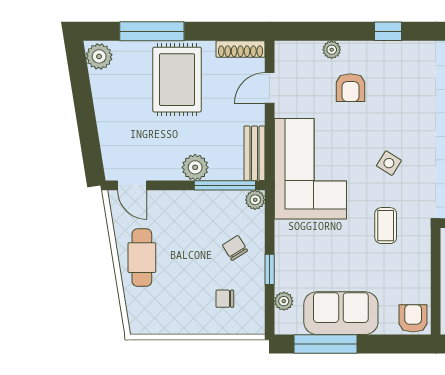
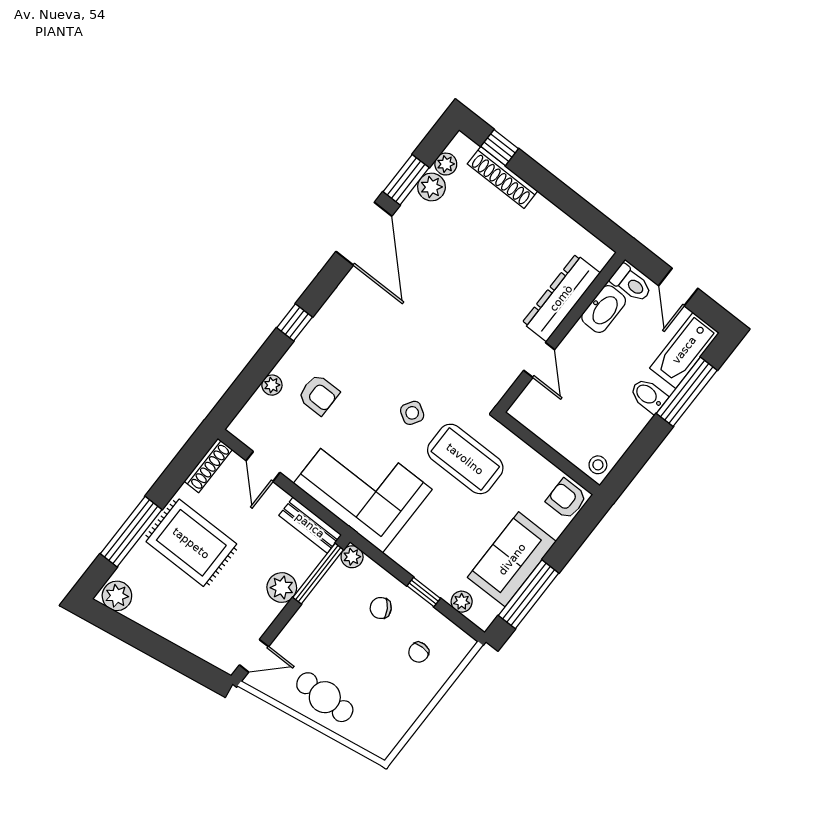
coffee table: (386, 226) -> (465, 459), width x1.86, depth x1.72

